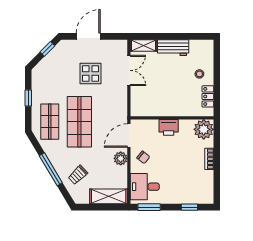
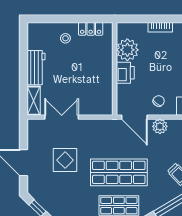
plant: (204, 129) -> (127, 50), moved

